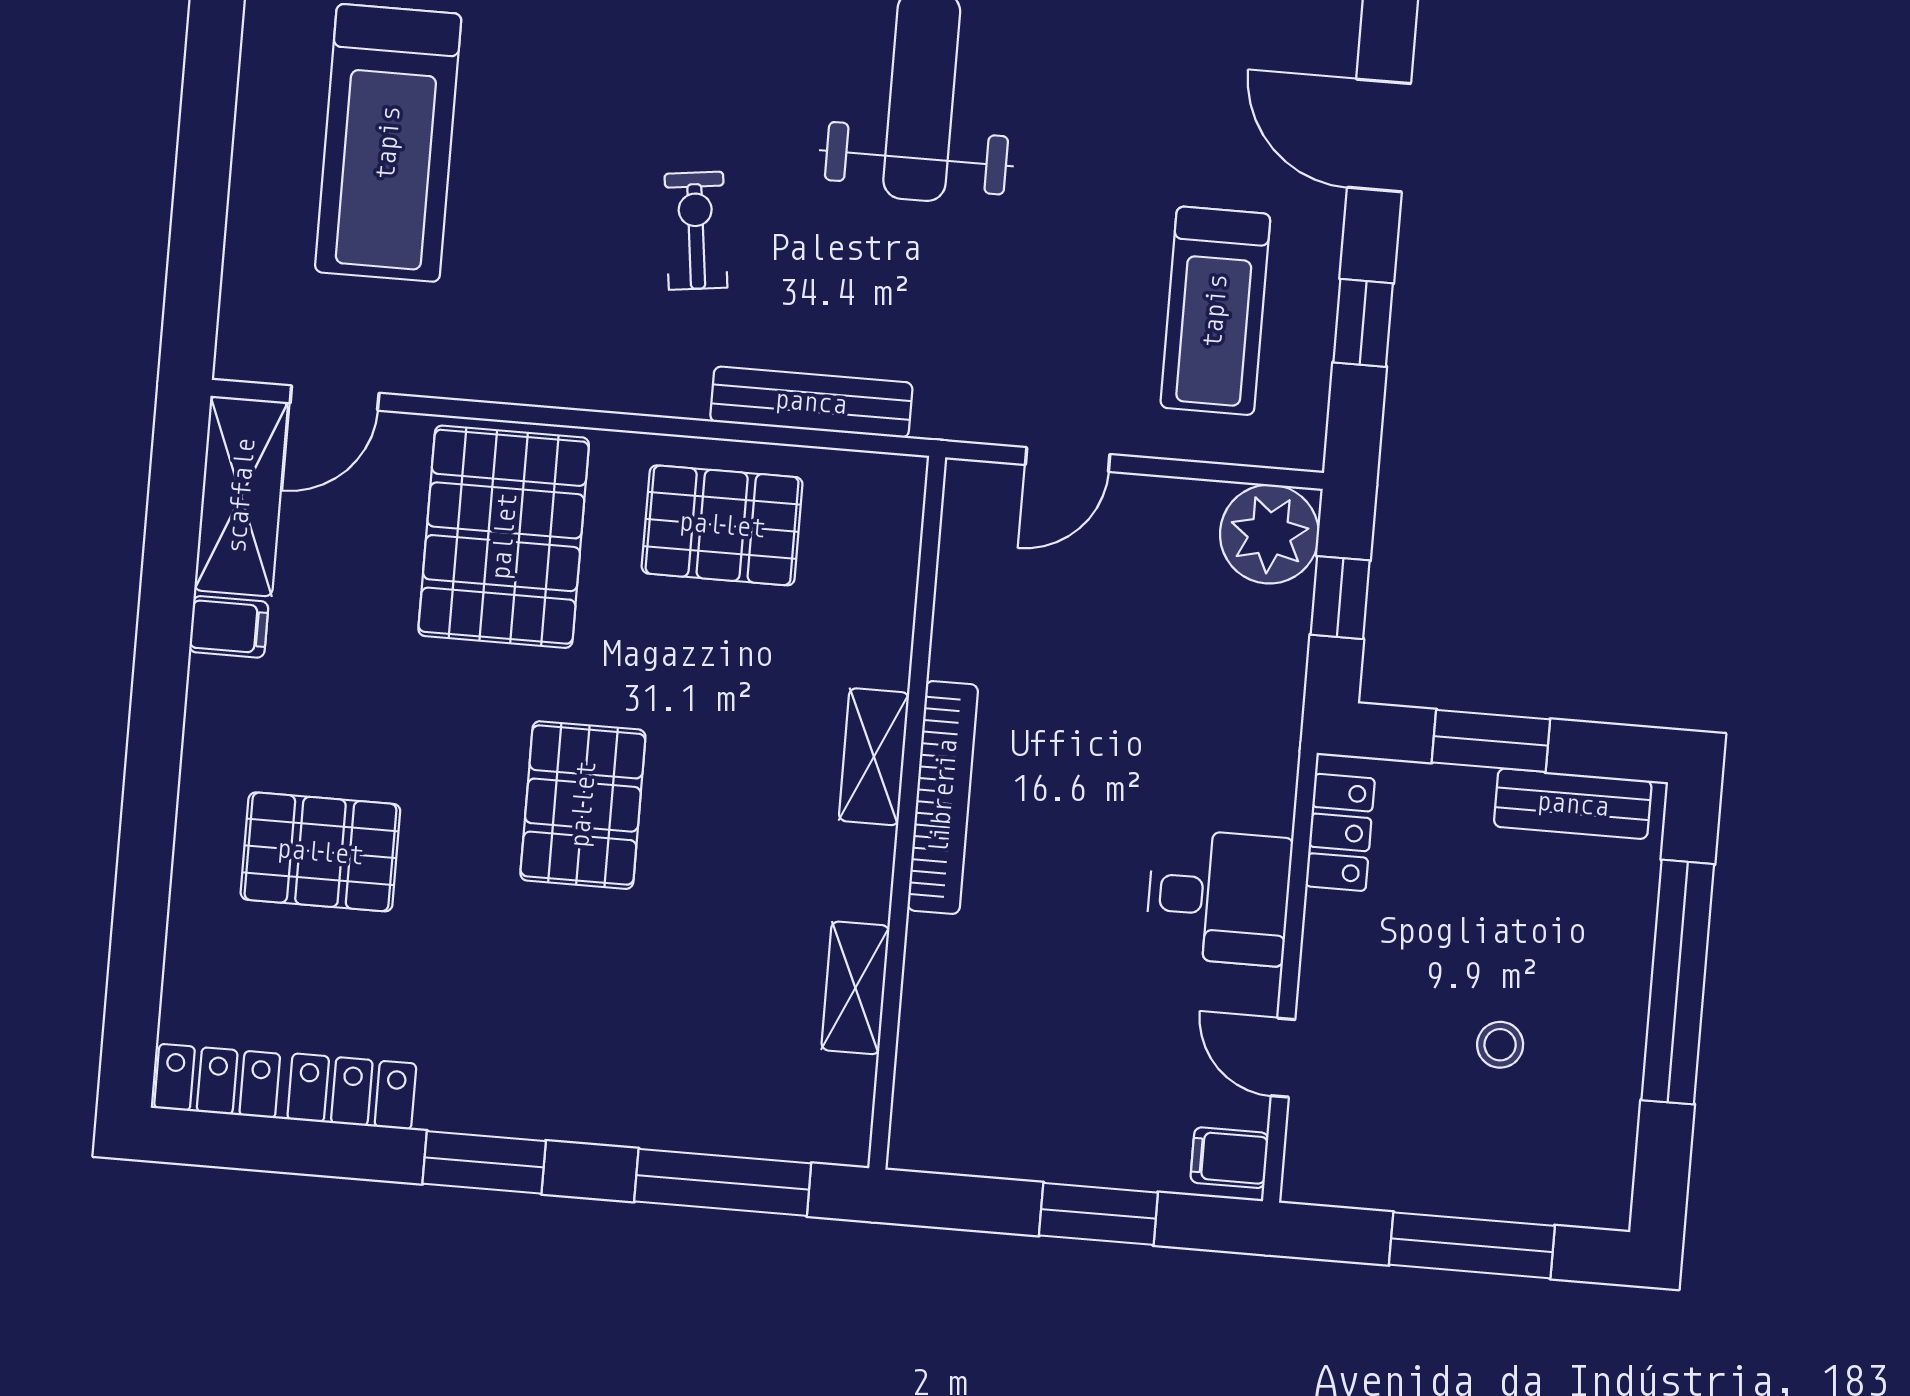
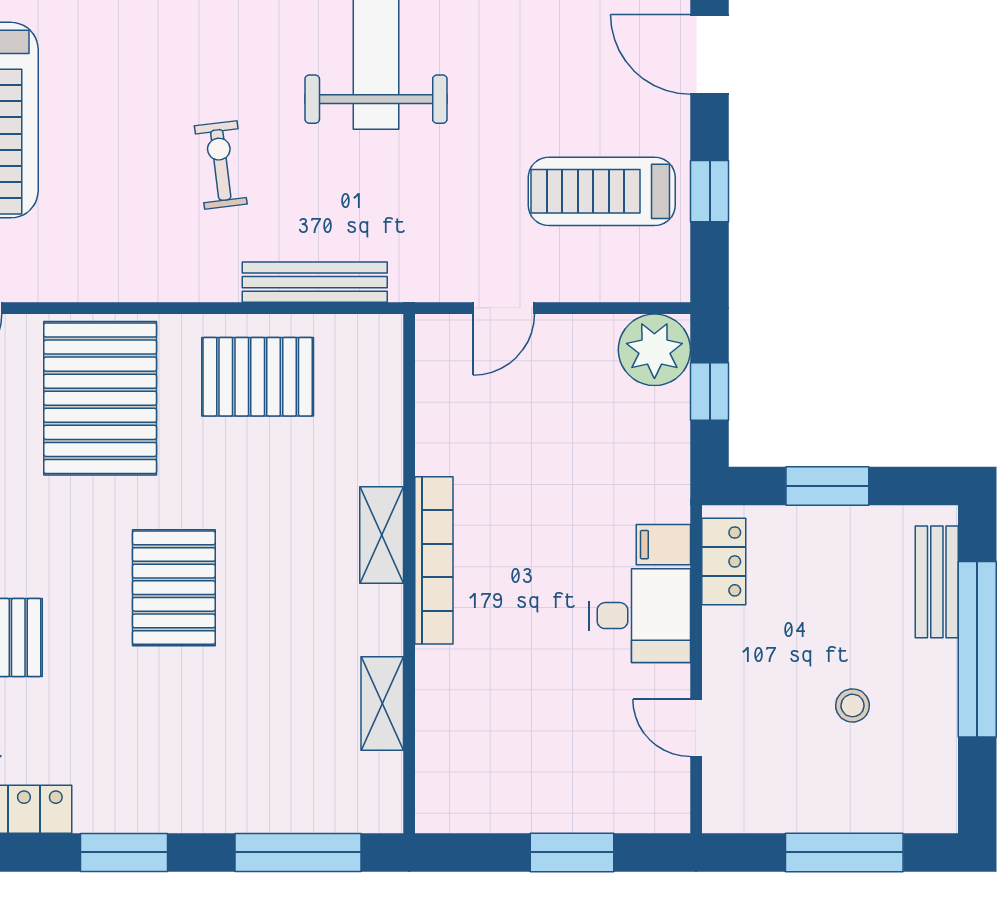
treadmill: (1215, 311) -> (602, 191), turned 90
bench: (1573, 804) -> (937, 582), moved, turned 90
filing cabinet: (1229, 1158) -> (663, 545), moved

